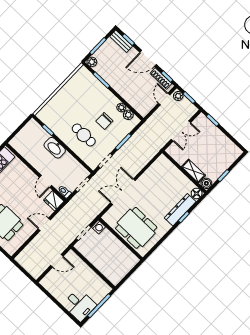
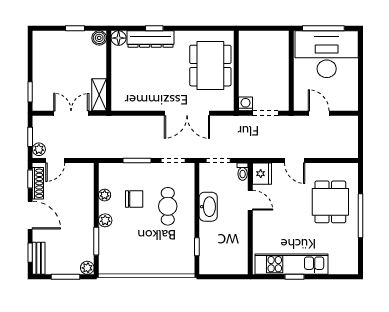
plant: (128, 115) -> (105, 220), moved
washbasin: (55, 148) -> (208, 207), moved
shelving: (193, 171) -> (99, 95), moved
door: (46, 181) -> (250, 200), hinge flipped
desk: (79, 305) -> (327, 54), width x1.87, depth x1.30

